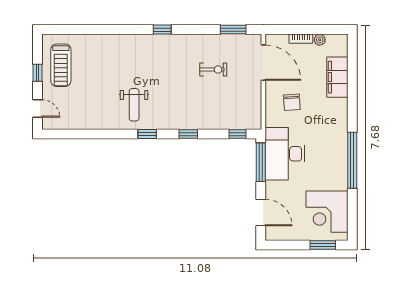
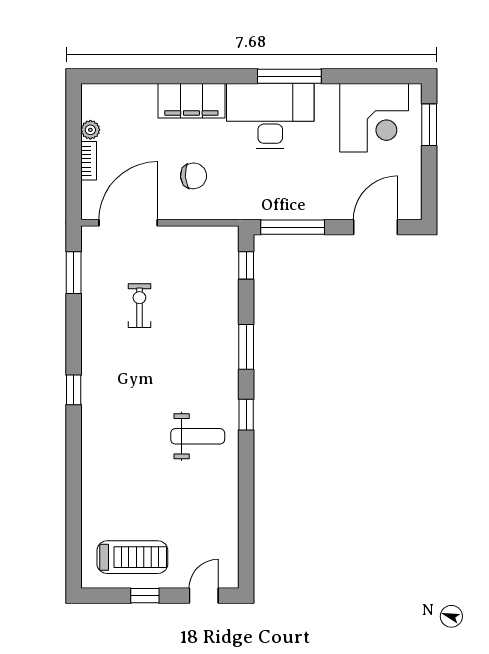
filing cabinet: (337, 77) -> (191, 101), moved
window: (188, 134) -> (246, 347), width x1.50
desk: (285, 154) -> (270, 116), moved, turned 180
window: (352, 160) -> (289, 76), width x0.68

